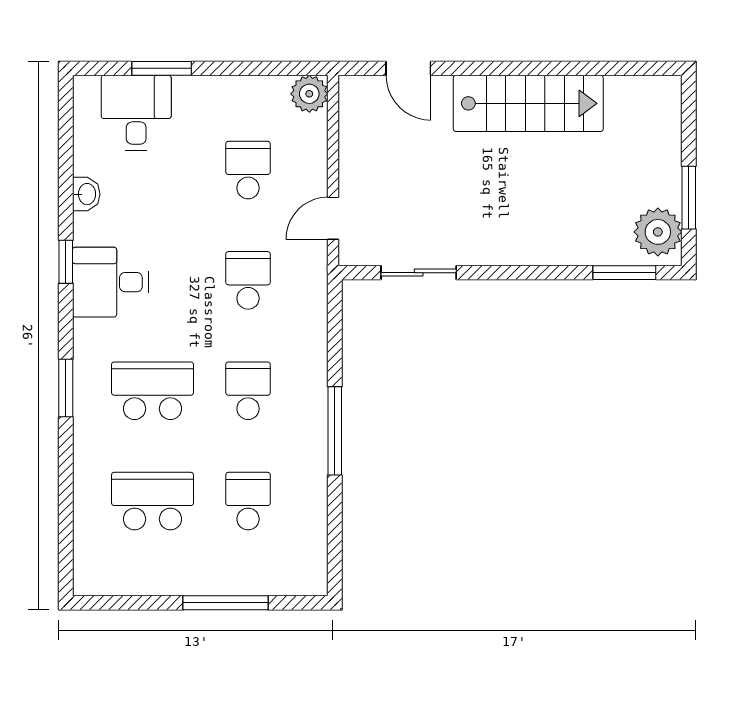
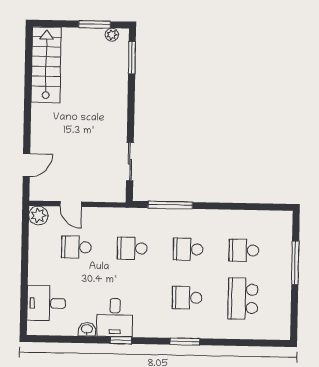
window: (162, 68) -> (24, 290), removed
stairs: (528, 103) -> (46, 65), moved
door: (333, 218) -> (71, 204), moved
plant: (658, 232) -> (112, 35), width x0.53, depth x0.53
desk: (110, 282) -> (115, 318), moved
school desk: (152, 391) -> (187, 298), width x0.54
window: (335, 431) -> (170, 205), moved

